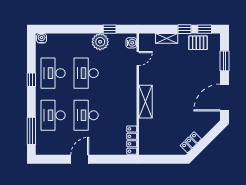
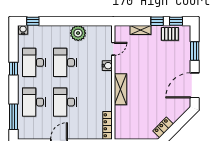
window: (110, 29) -> (33, 21), moved
water cooler: (131, 43) -> (107, 66), moved

